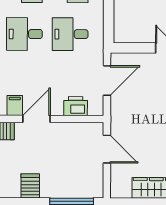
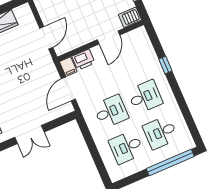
filing cabinet: (15, 106) -> (68, 67), moved
door: (107, 149) -> (46, 38), swing flipped

